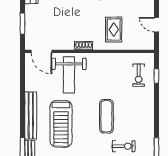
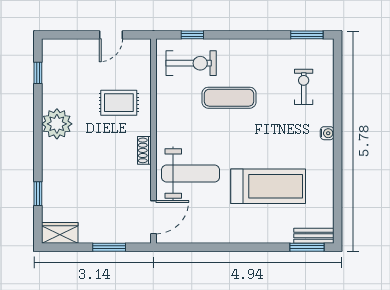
exercise bike: (139, 75) -> (191, 63), width x1.38, depth x1.39
bench: (31, 115) -> (255, 234), removed
exercise mat: (106, 116) -> (229, 98), moved

